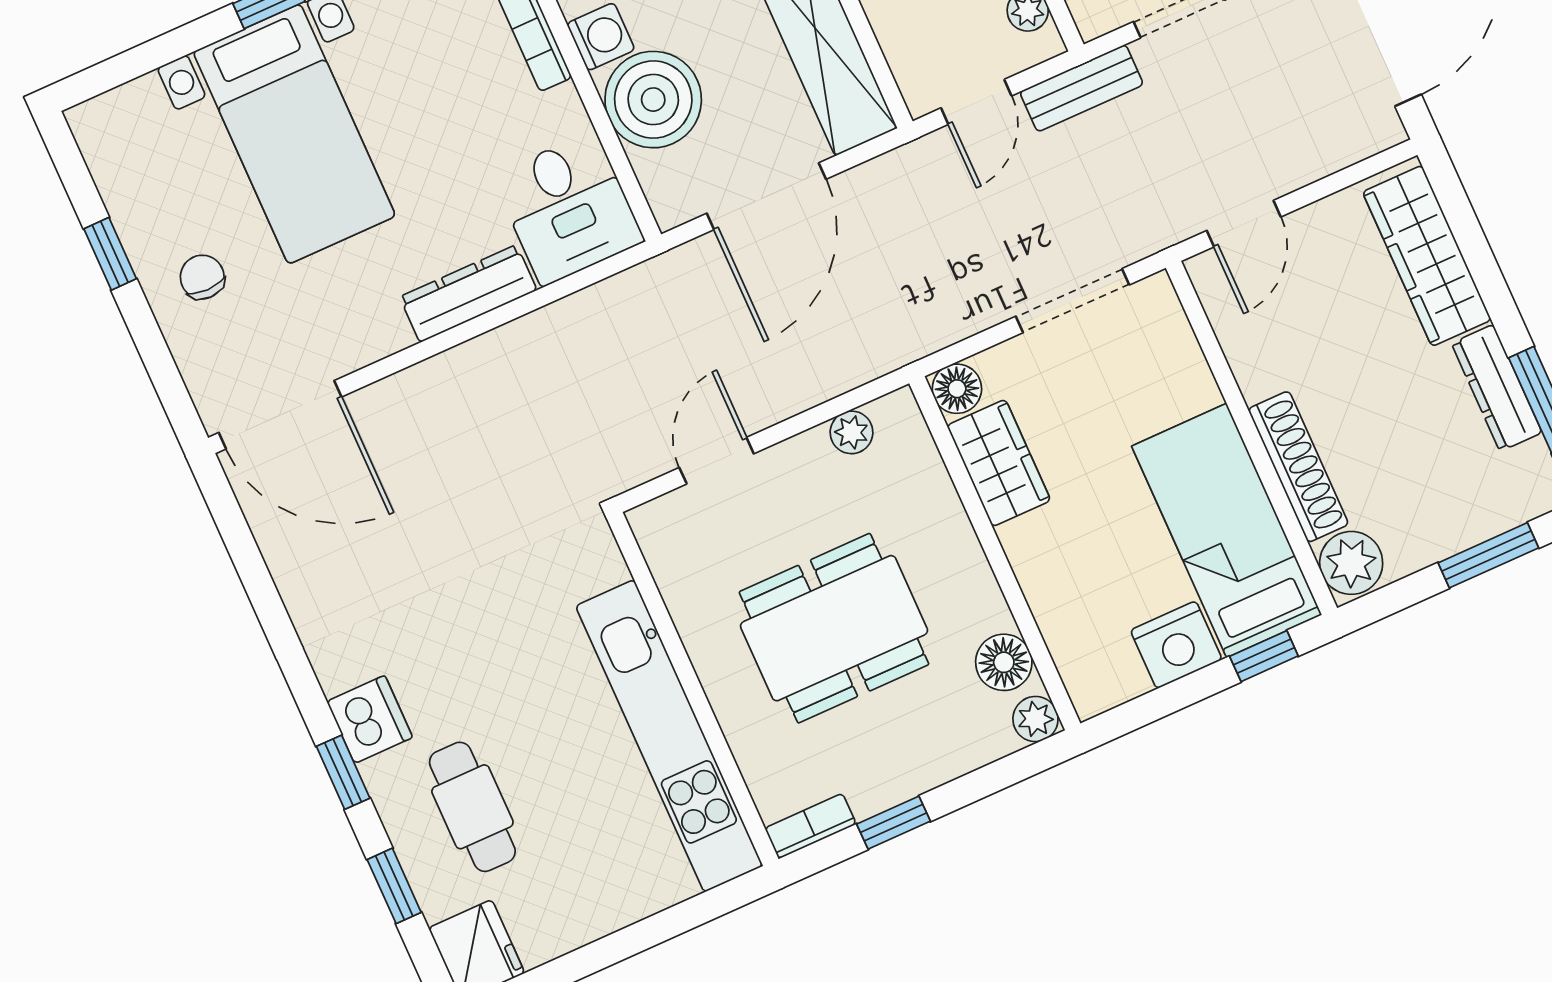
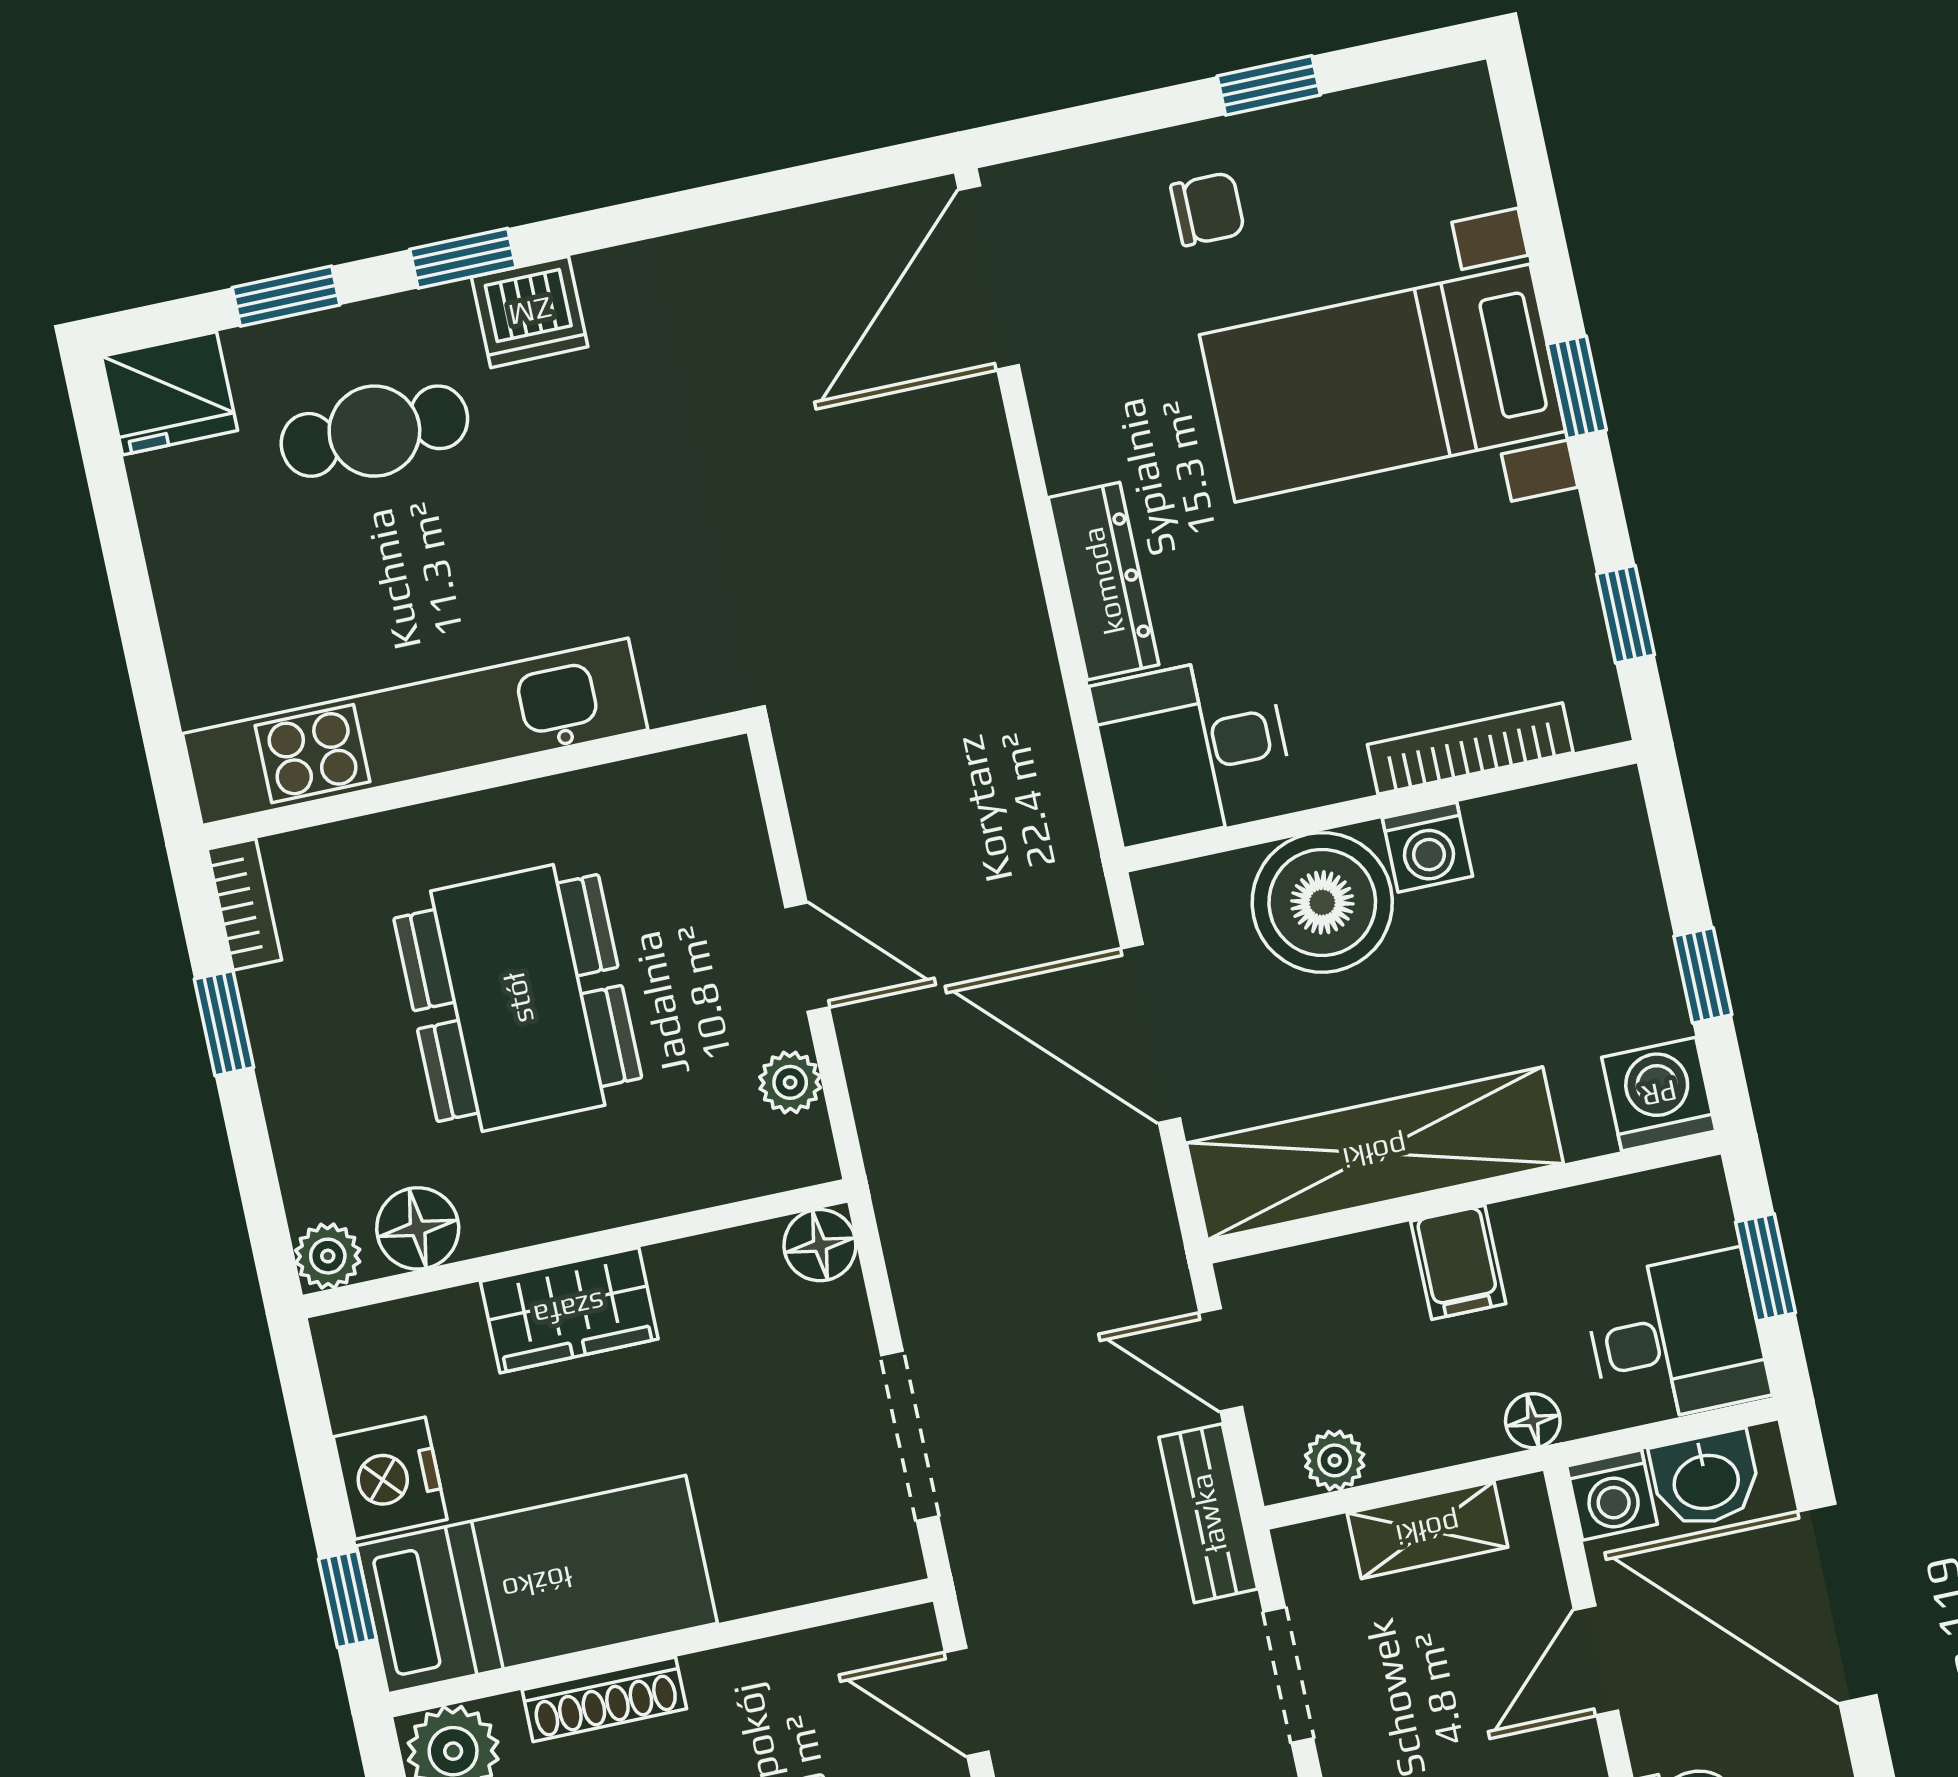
door: (717, 461) -> (807, 957), moved
wardrobe: (999, 463) -> (569, 1310), moved
shoe rack: (1298, 467) -> (604, 1699), width x0.74, depth x0.81

